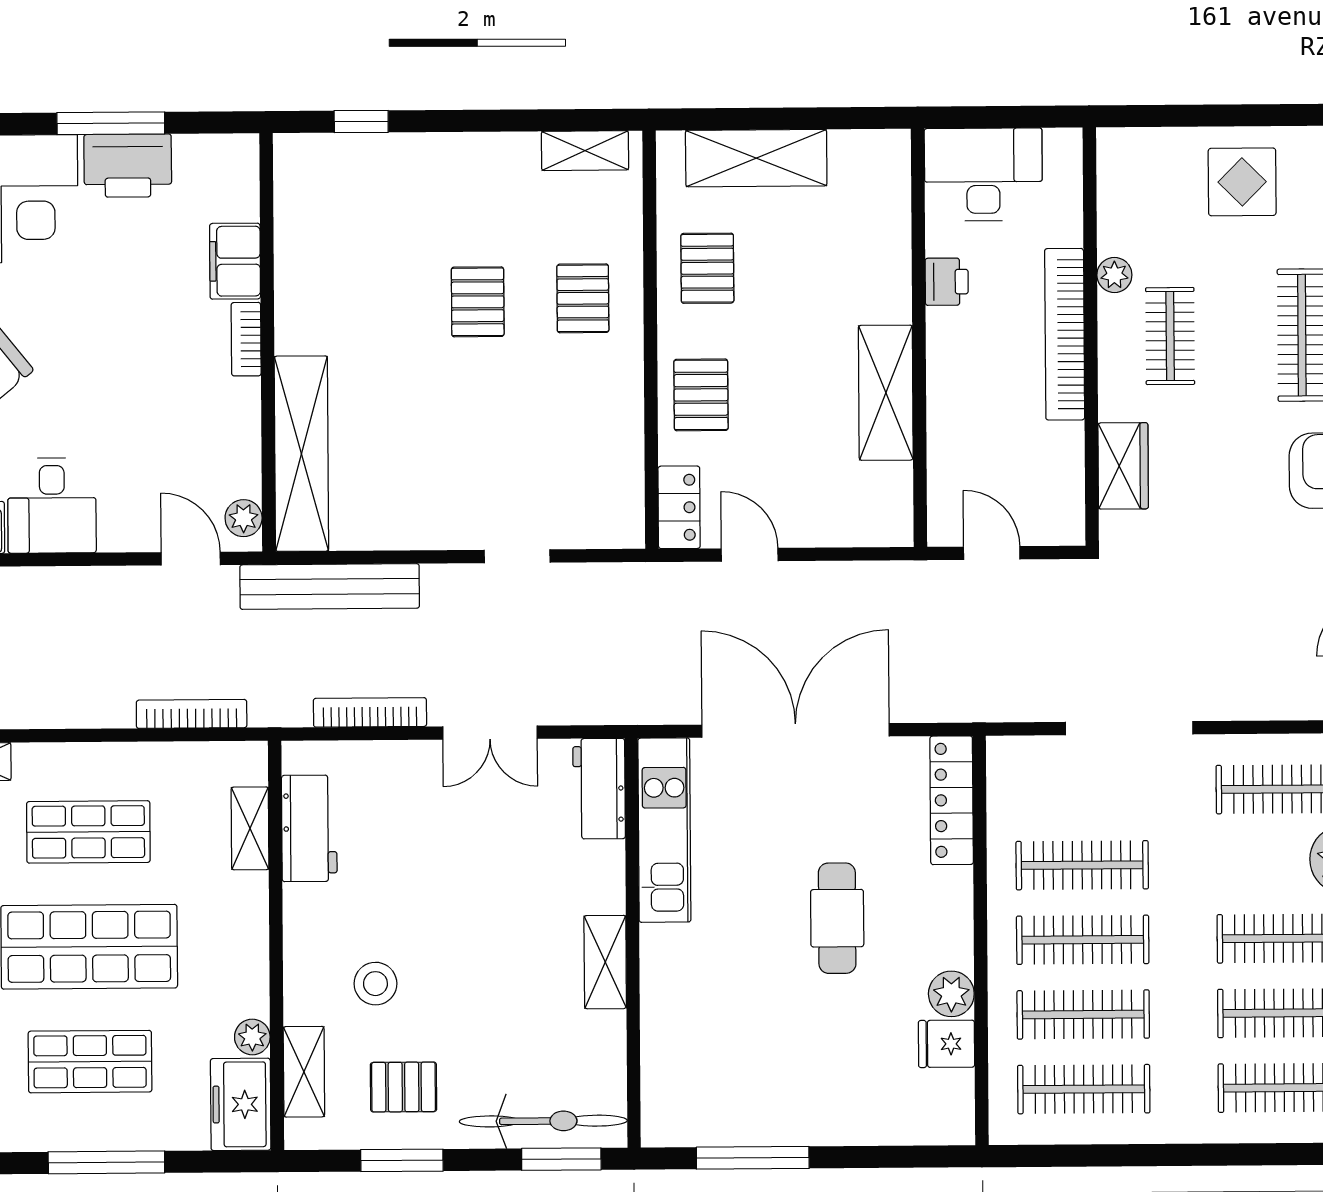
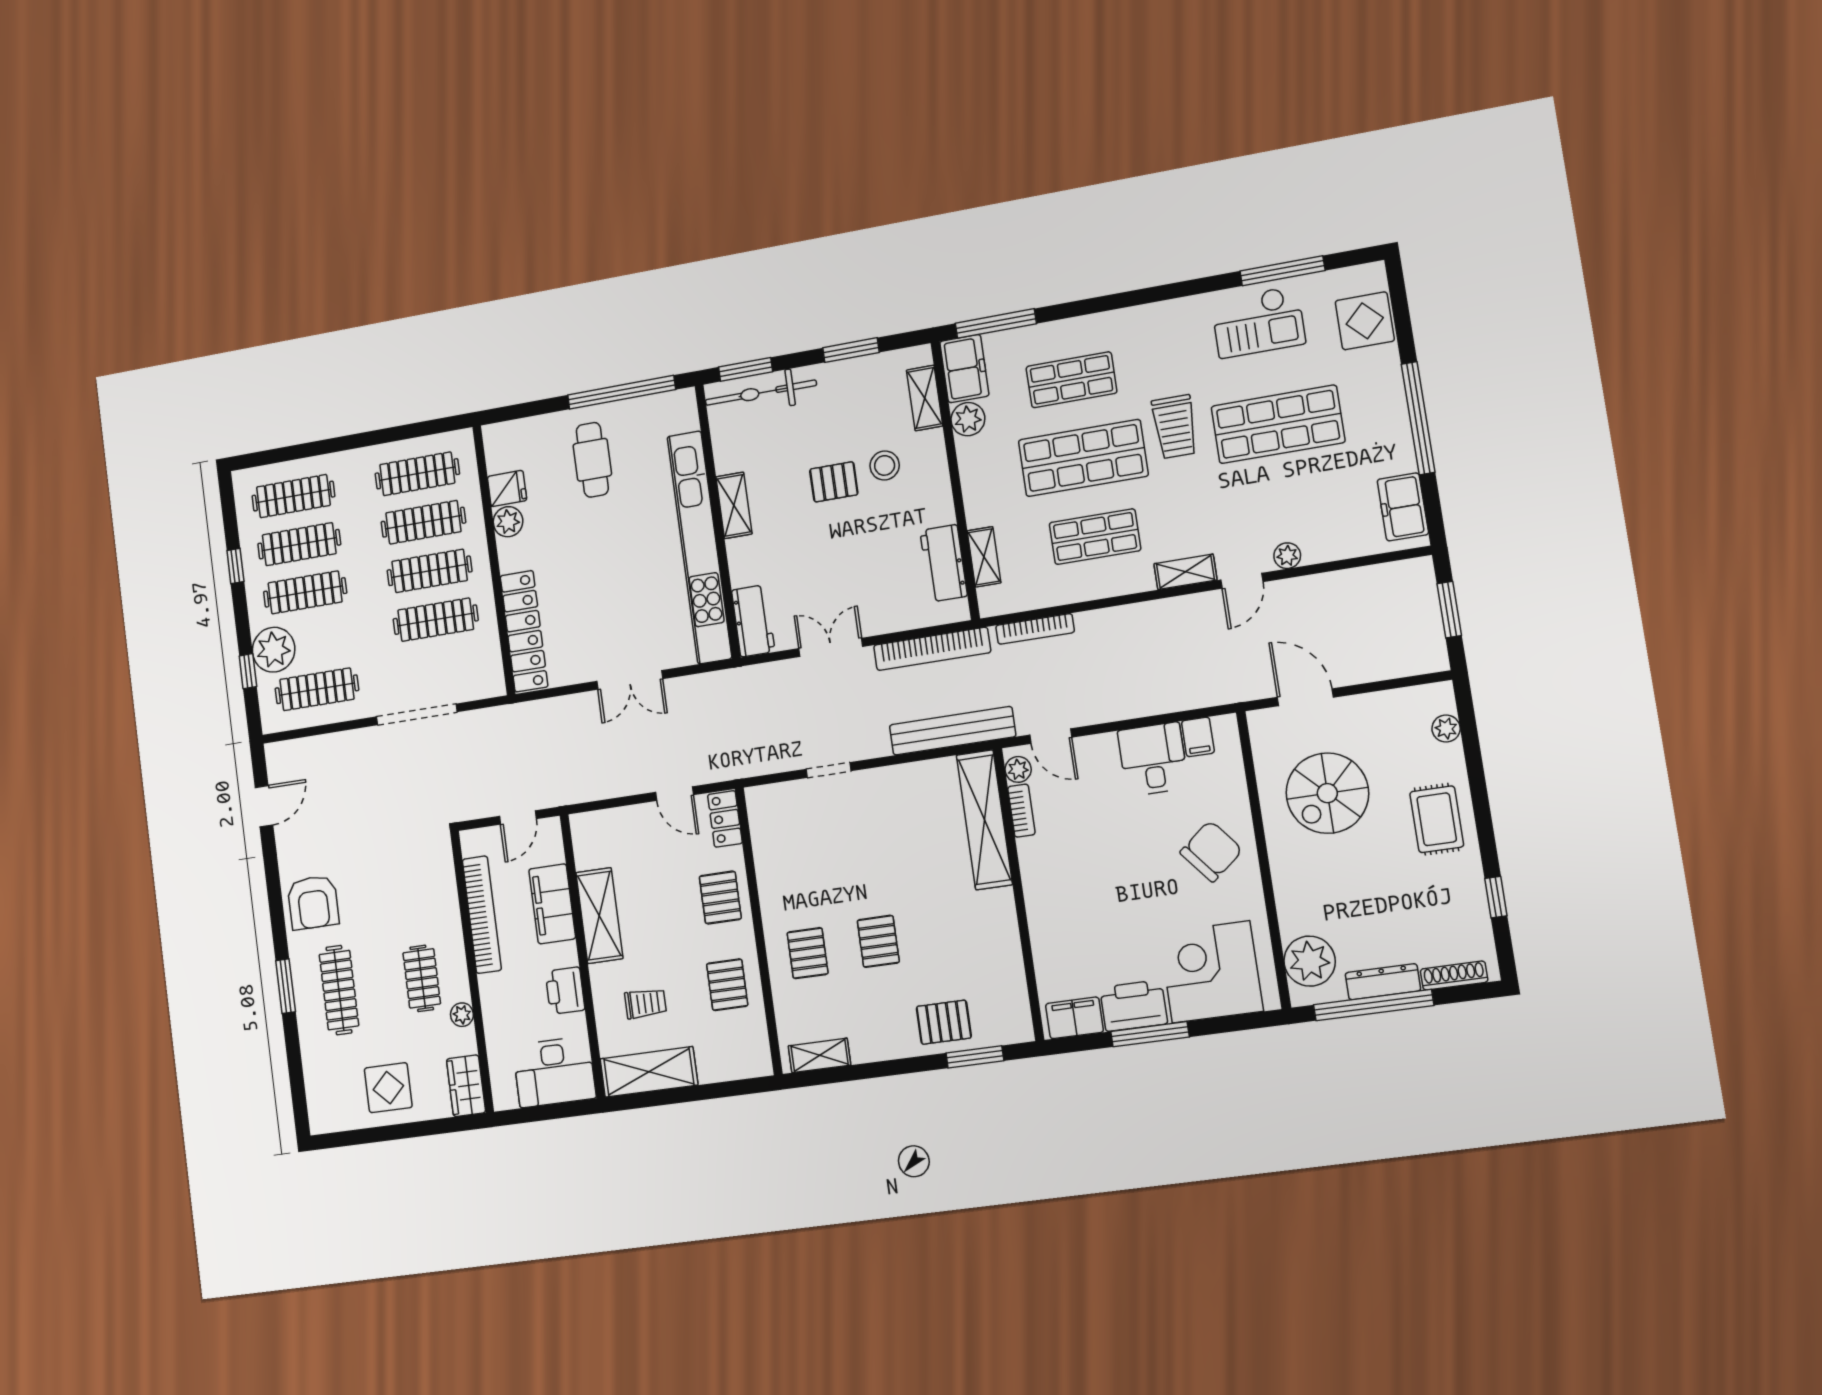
window: (361, 122) -> (975, 1057), width x1.50
shelving: (756, 158) -> (649, 1072), moved
pallet: (399, 176) -> (944, 1022), added
trolley: (833, 257) -> (645, 1003), added
filing cabinet: (235, 261) -> (1075, 1018), moved, turned -90
printer: (947, 282) -> (565, 991), width x1.36, depth x1.24
bookcase: (1065, 334) -> (482, 915), moved
bookcase: (246, 339) -> (1021, 811), moved
filing cabinet: (955, 419) -> (552, 904), added
wardrobe: (1123, 466) -> (466, 1086), moved
door: (992, 553) -> (518, 817), hinge flipped
bookcase: (370, 712) -> (932, 649), width x1.48, depth x1.31
double door: (795, 730) -> (630, 680), width x0.54
locker: (952, 800) -> (524, 631), width x1.41, depth x1.21
kitchen unit: (664, 830) -> (699, 547), width x1.86
cafe table: (837, 918) -> (592, 460), moved
plant: (252, 1037) -> (968, 419), width x1.38, depth x1.38
pallet: (404, 1087) -> (834, 482), moved
window: (753, 1158) -> (621, 392), width x1.46
window: (106, 1162) -> (996, 323), moved

